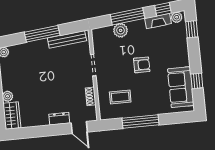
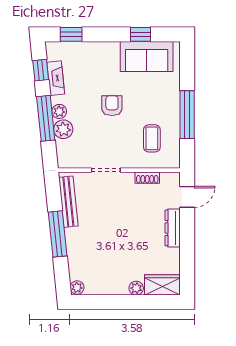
plant: (177, 17) -> (59, 111), moved
dresser: (59, 119) -> (173, 228), width x1.44

